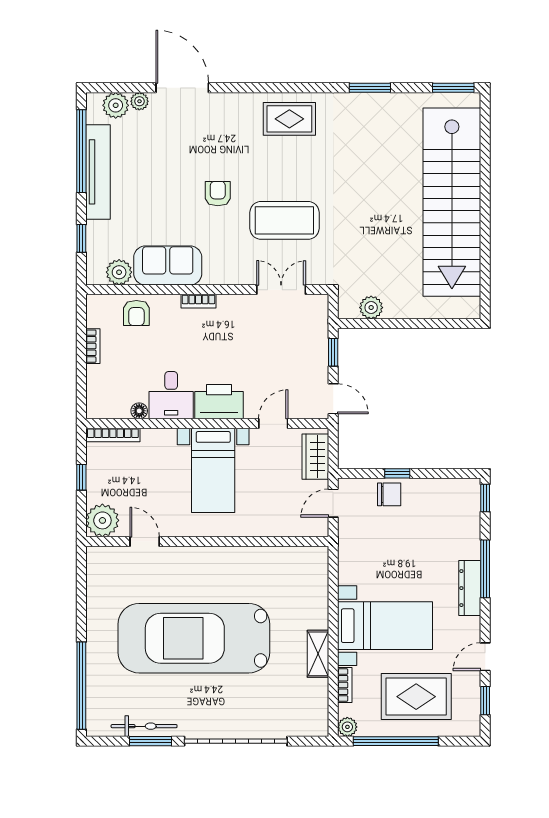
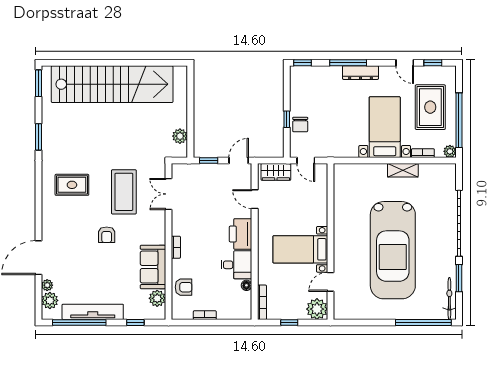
rug: (289, 119) -> (72, 185), moved, turned 90
armchair: (218, 194) -> (107, 235), turned -90
bed with nightstands: (213, 470) -> (300, 249), moved, turned 180
chair: (389, 494) -> (300, 125), turned 180
bicycle: (144, 726) -> (449, 298), moved

